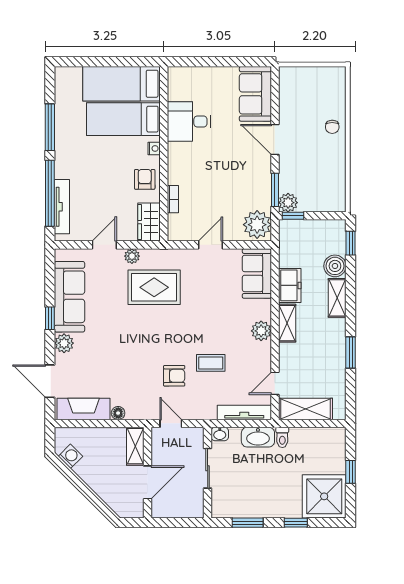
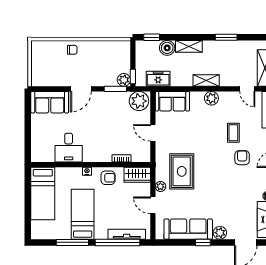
bed: (123, 119) -> (83, 214), moved, turned 180
armchair: (145, 179) -> (108, 178), turned 180
freezer: (290, 285) -> (158, 79), moved

